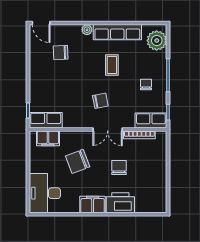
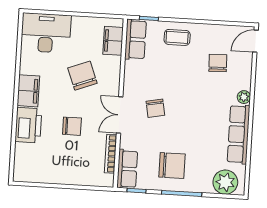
coffee table: (112, 65) -> (177, 37), moved
chair: (146, 84) -> (172, 166), width x1.87, depth x1.87

